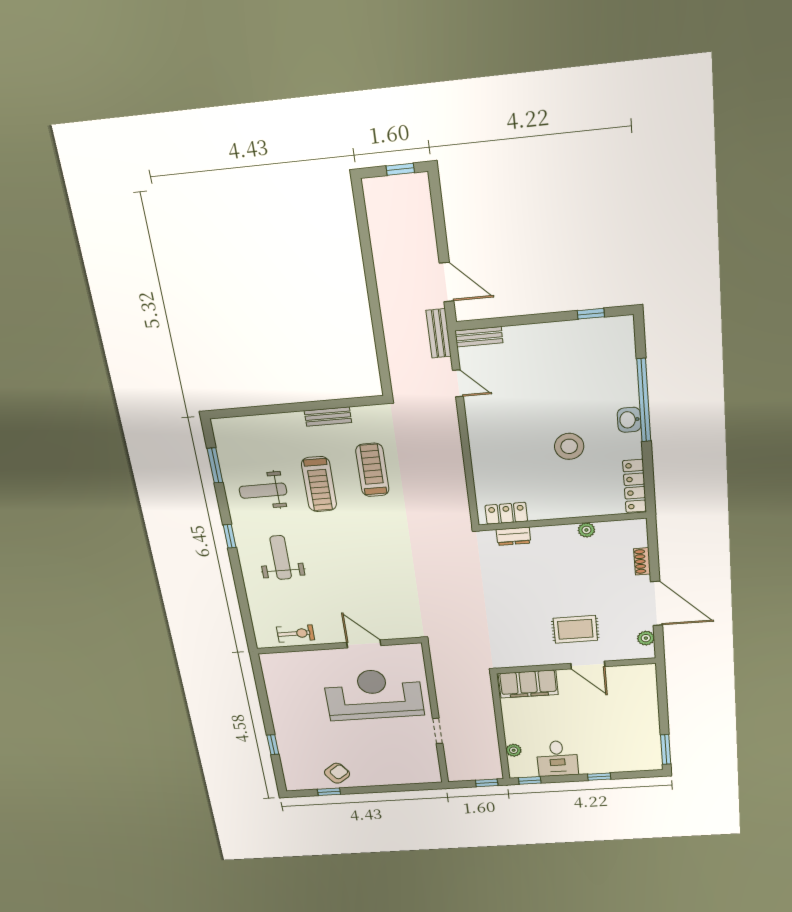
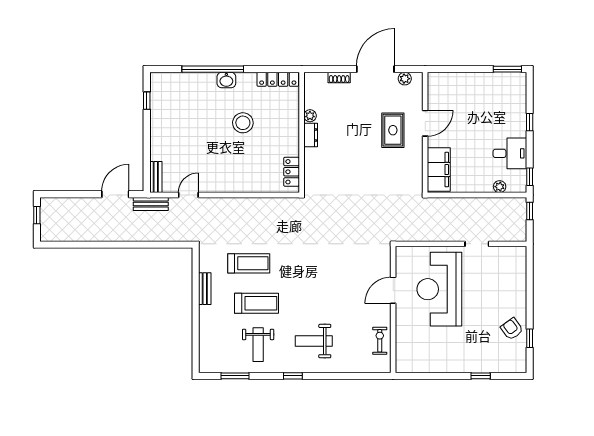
treadmill: (372, 470) -> (249, 263), turned 180
dresser: (513, 536) -> (311, 135), moved

